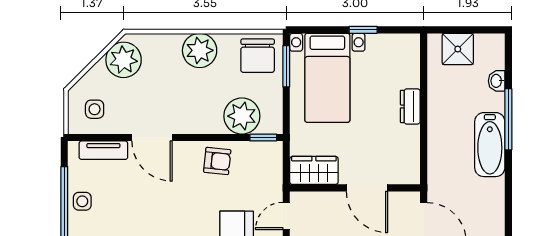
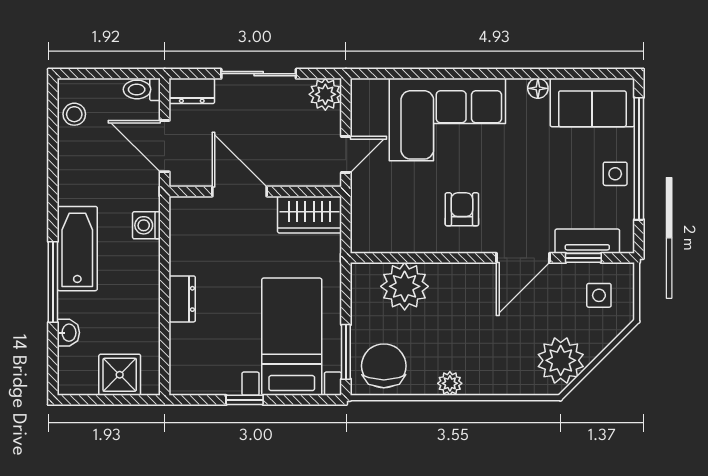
plant: (200, 50) -> (450, 383), width x0.53, depth x0.53
door: (152, 137) -> (523, 258), swing flipped
window: (263, 137) -> (583, 258), moved
armchair: (217, 161) -> (462, 209), moved, turned 84
washing machine: (437, 162) -> (146, 225), added

